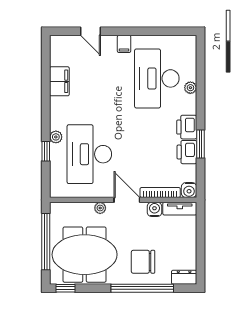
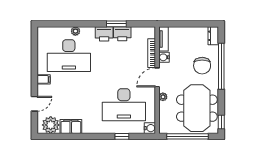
plant: (56, 137) -> (51, 125), moved, width x1.88, depth x1.88
water cooler: (189, 190) -> (150, 128), moved

